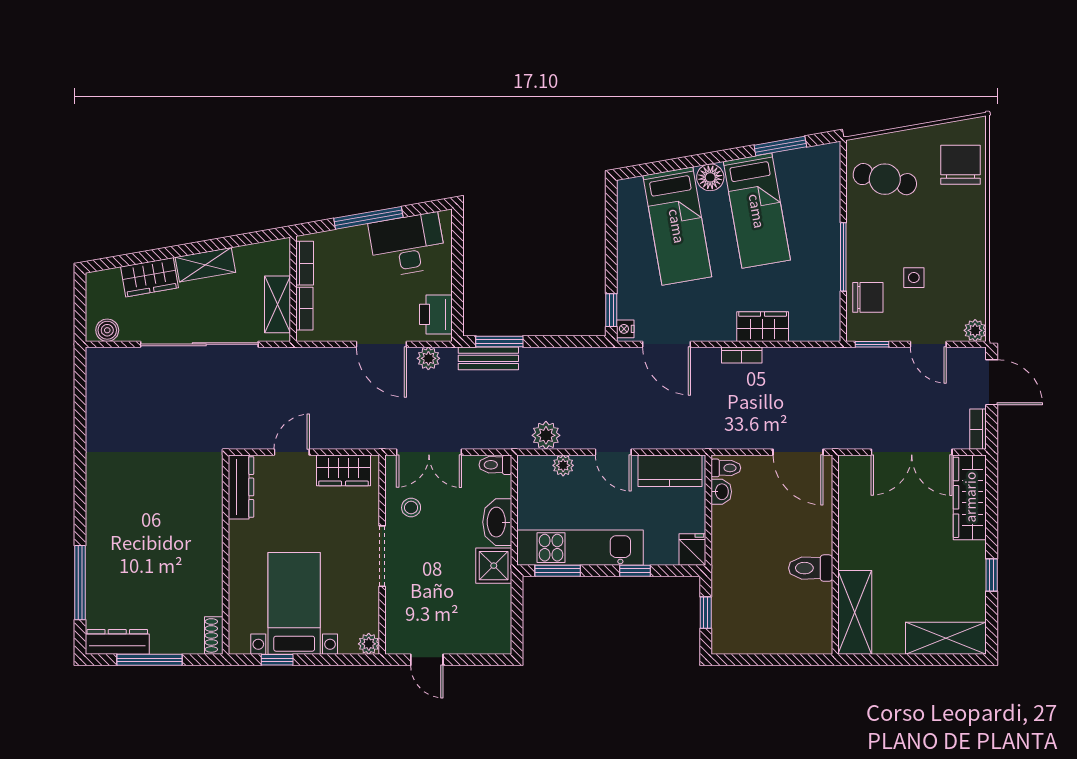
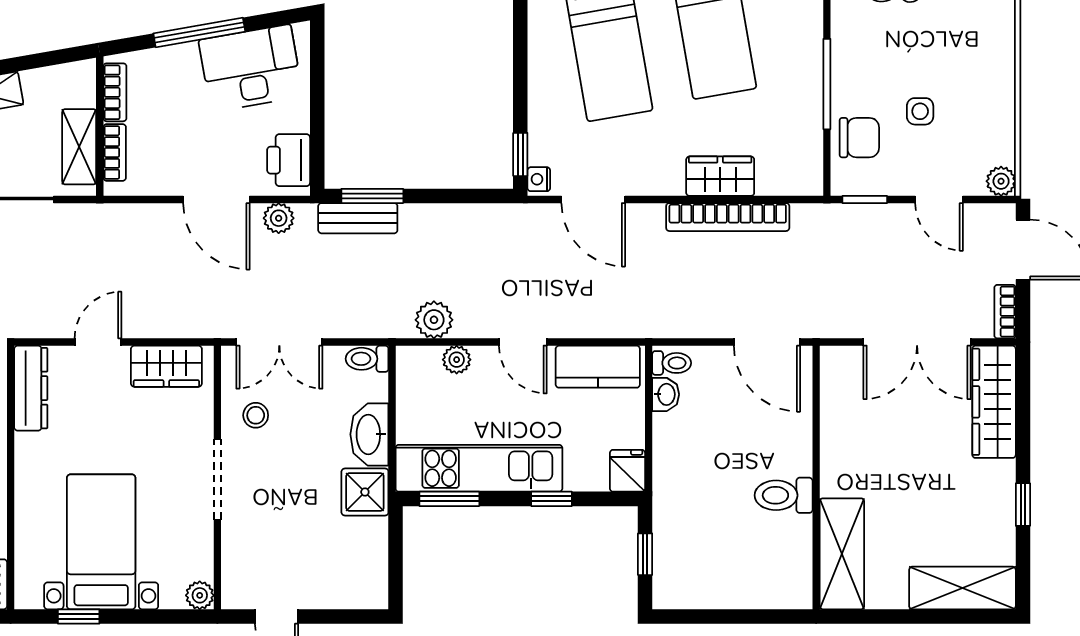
bookcase: (742, 355) -> (728, 217), width x2.31, depth x1.31

